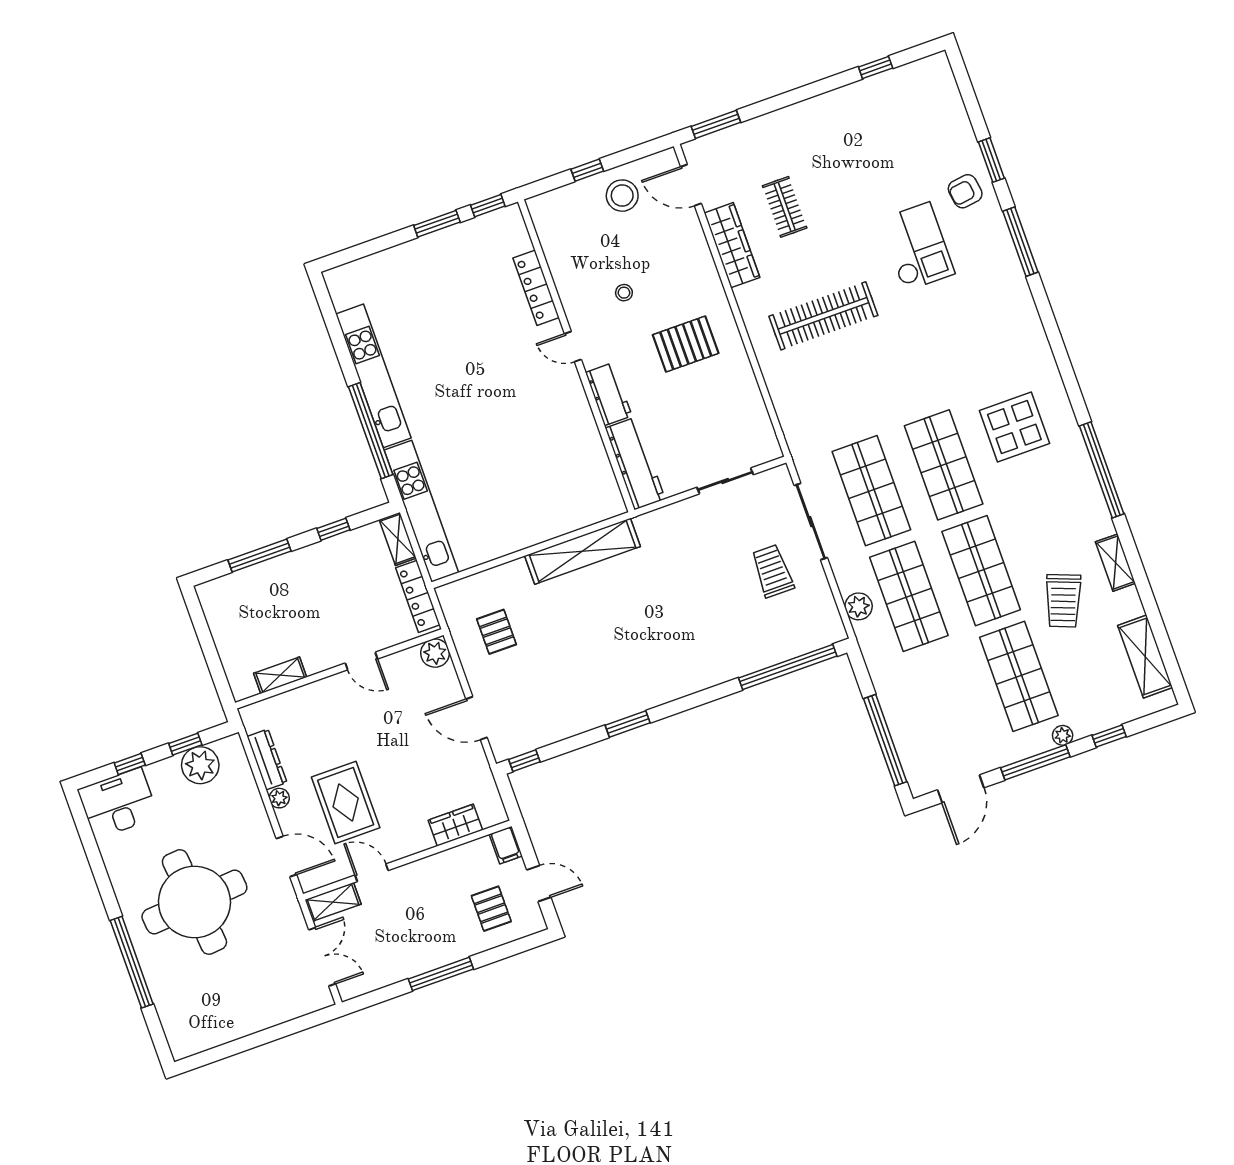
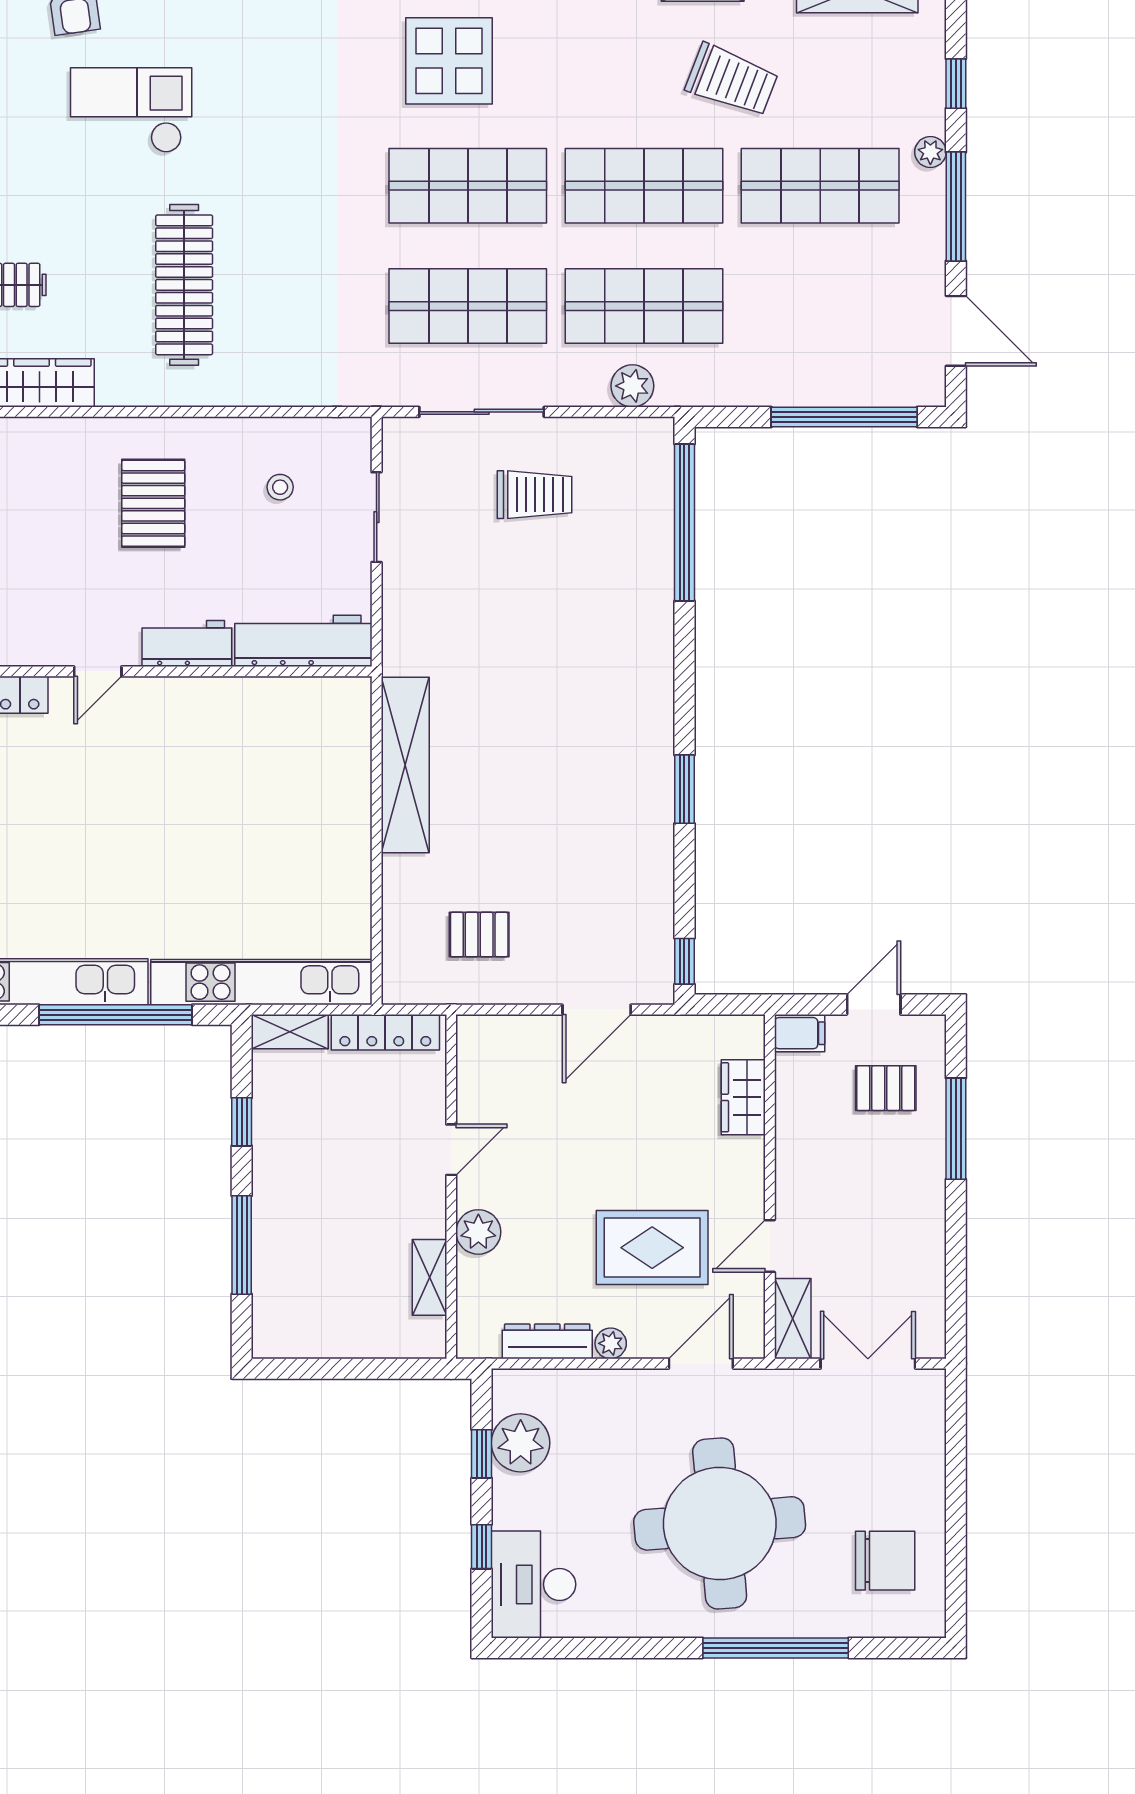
stool: (624, 293) -> (280, 487), moved
trolley: (772, 571) -> (535, 495), turned 180
plant: (435, 653) -> (478, 1232), moved
window: (441, 974) -> (956, 1129), moved
chair: (207, 1009) -> (885, 1561), added

